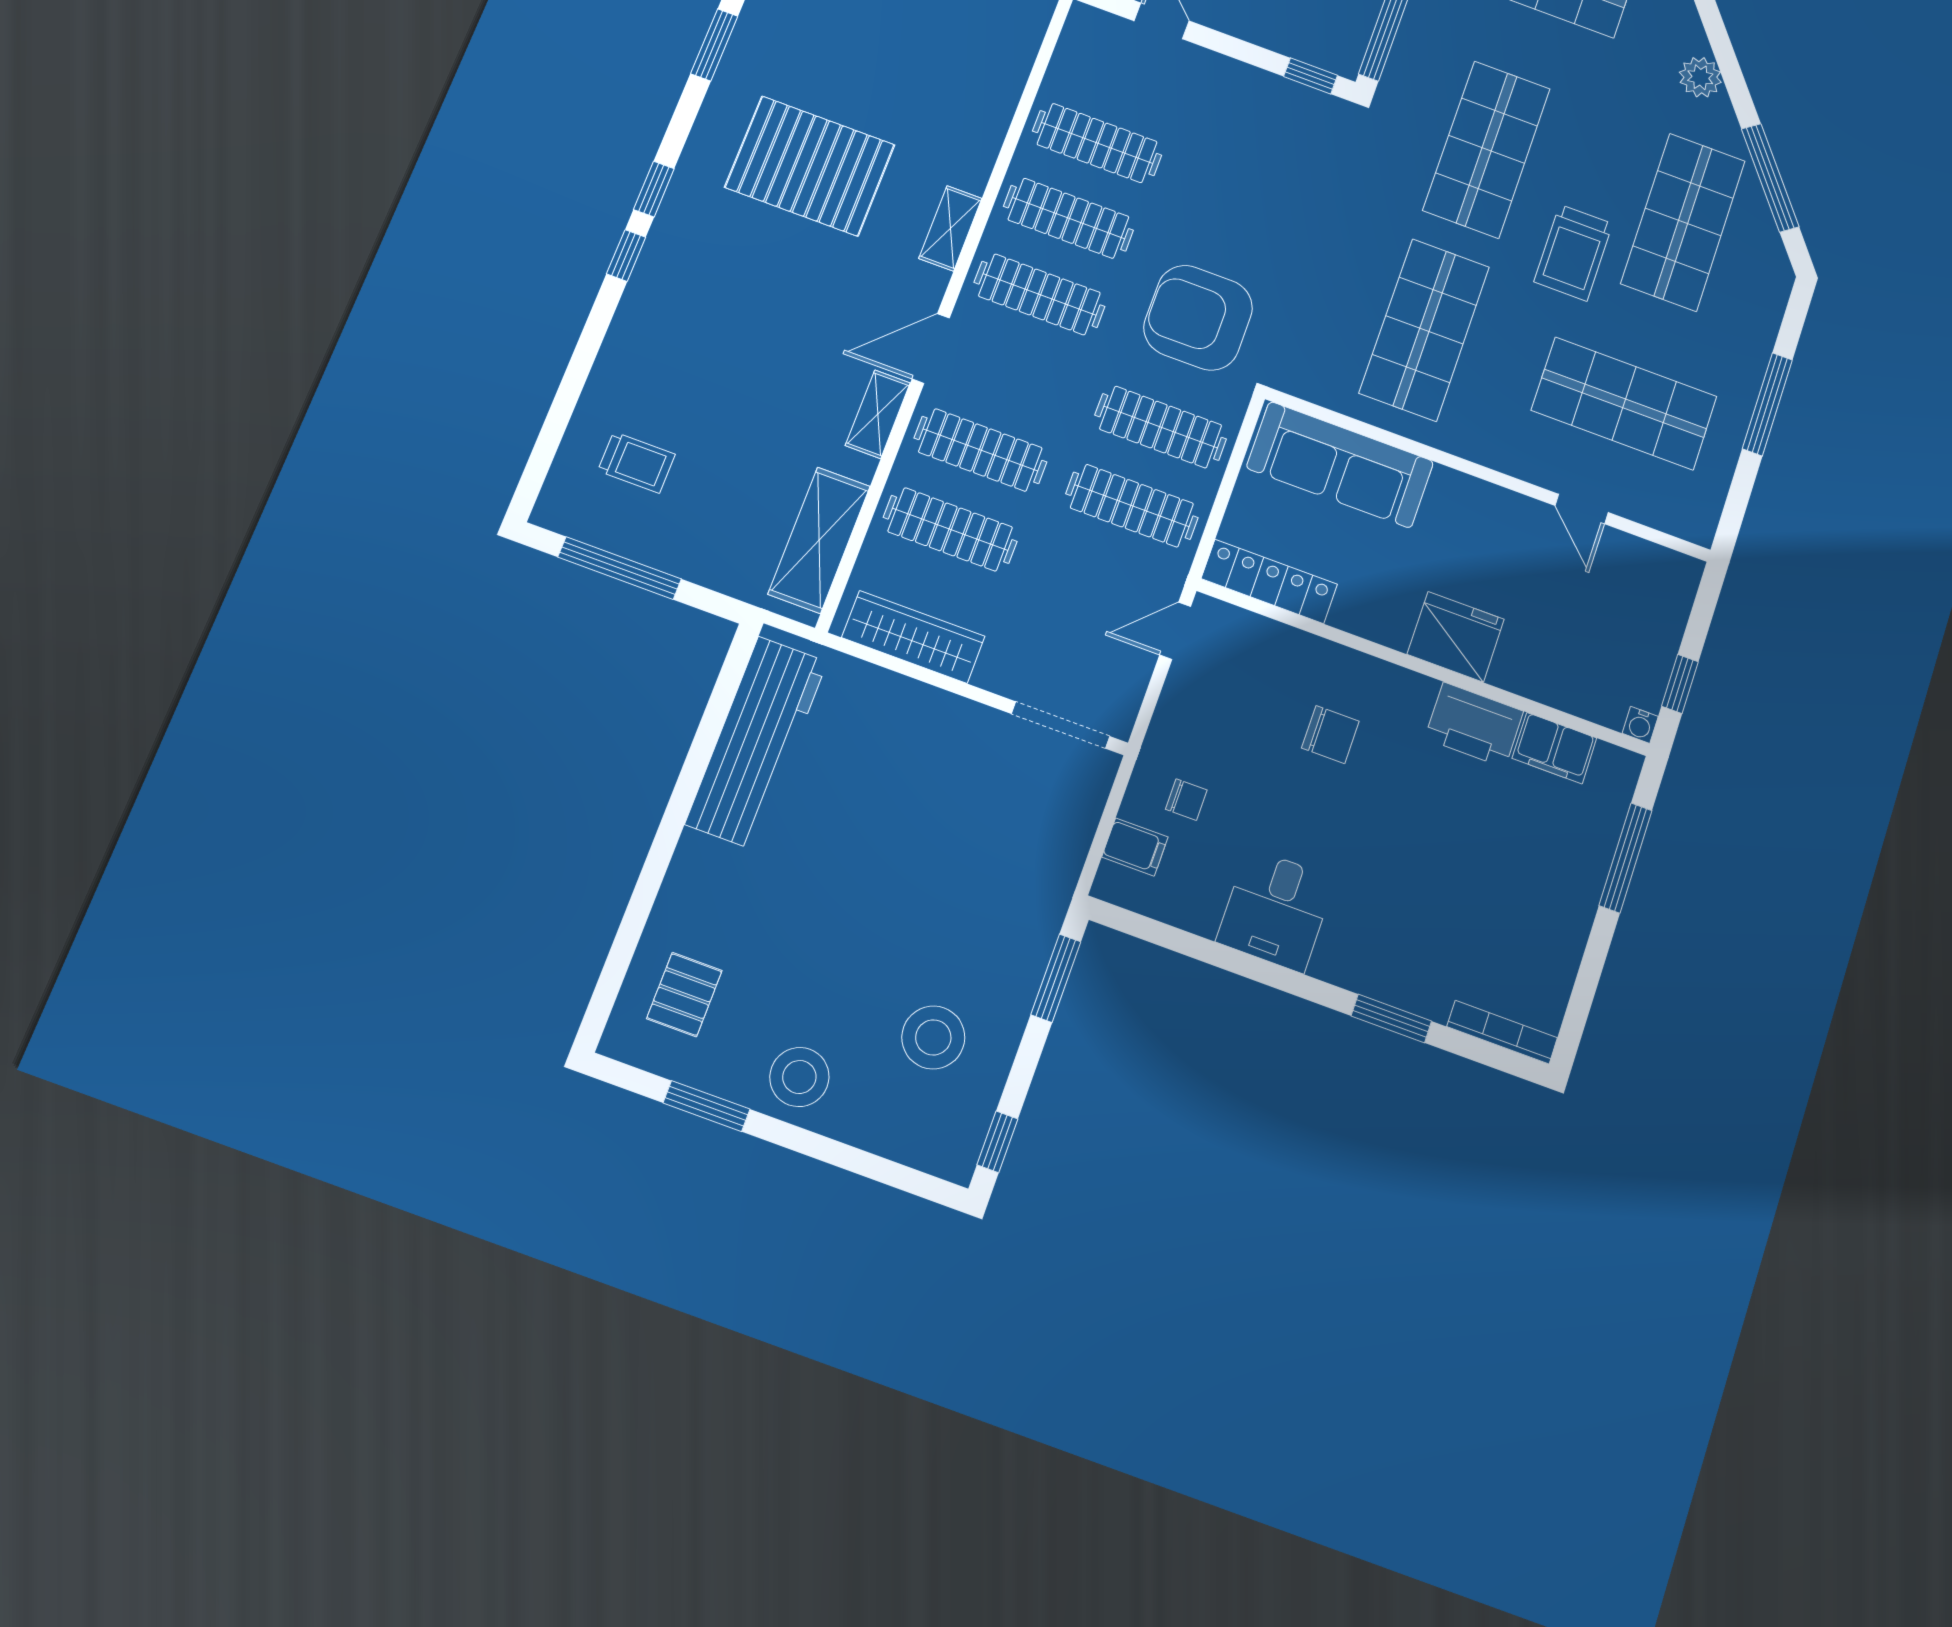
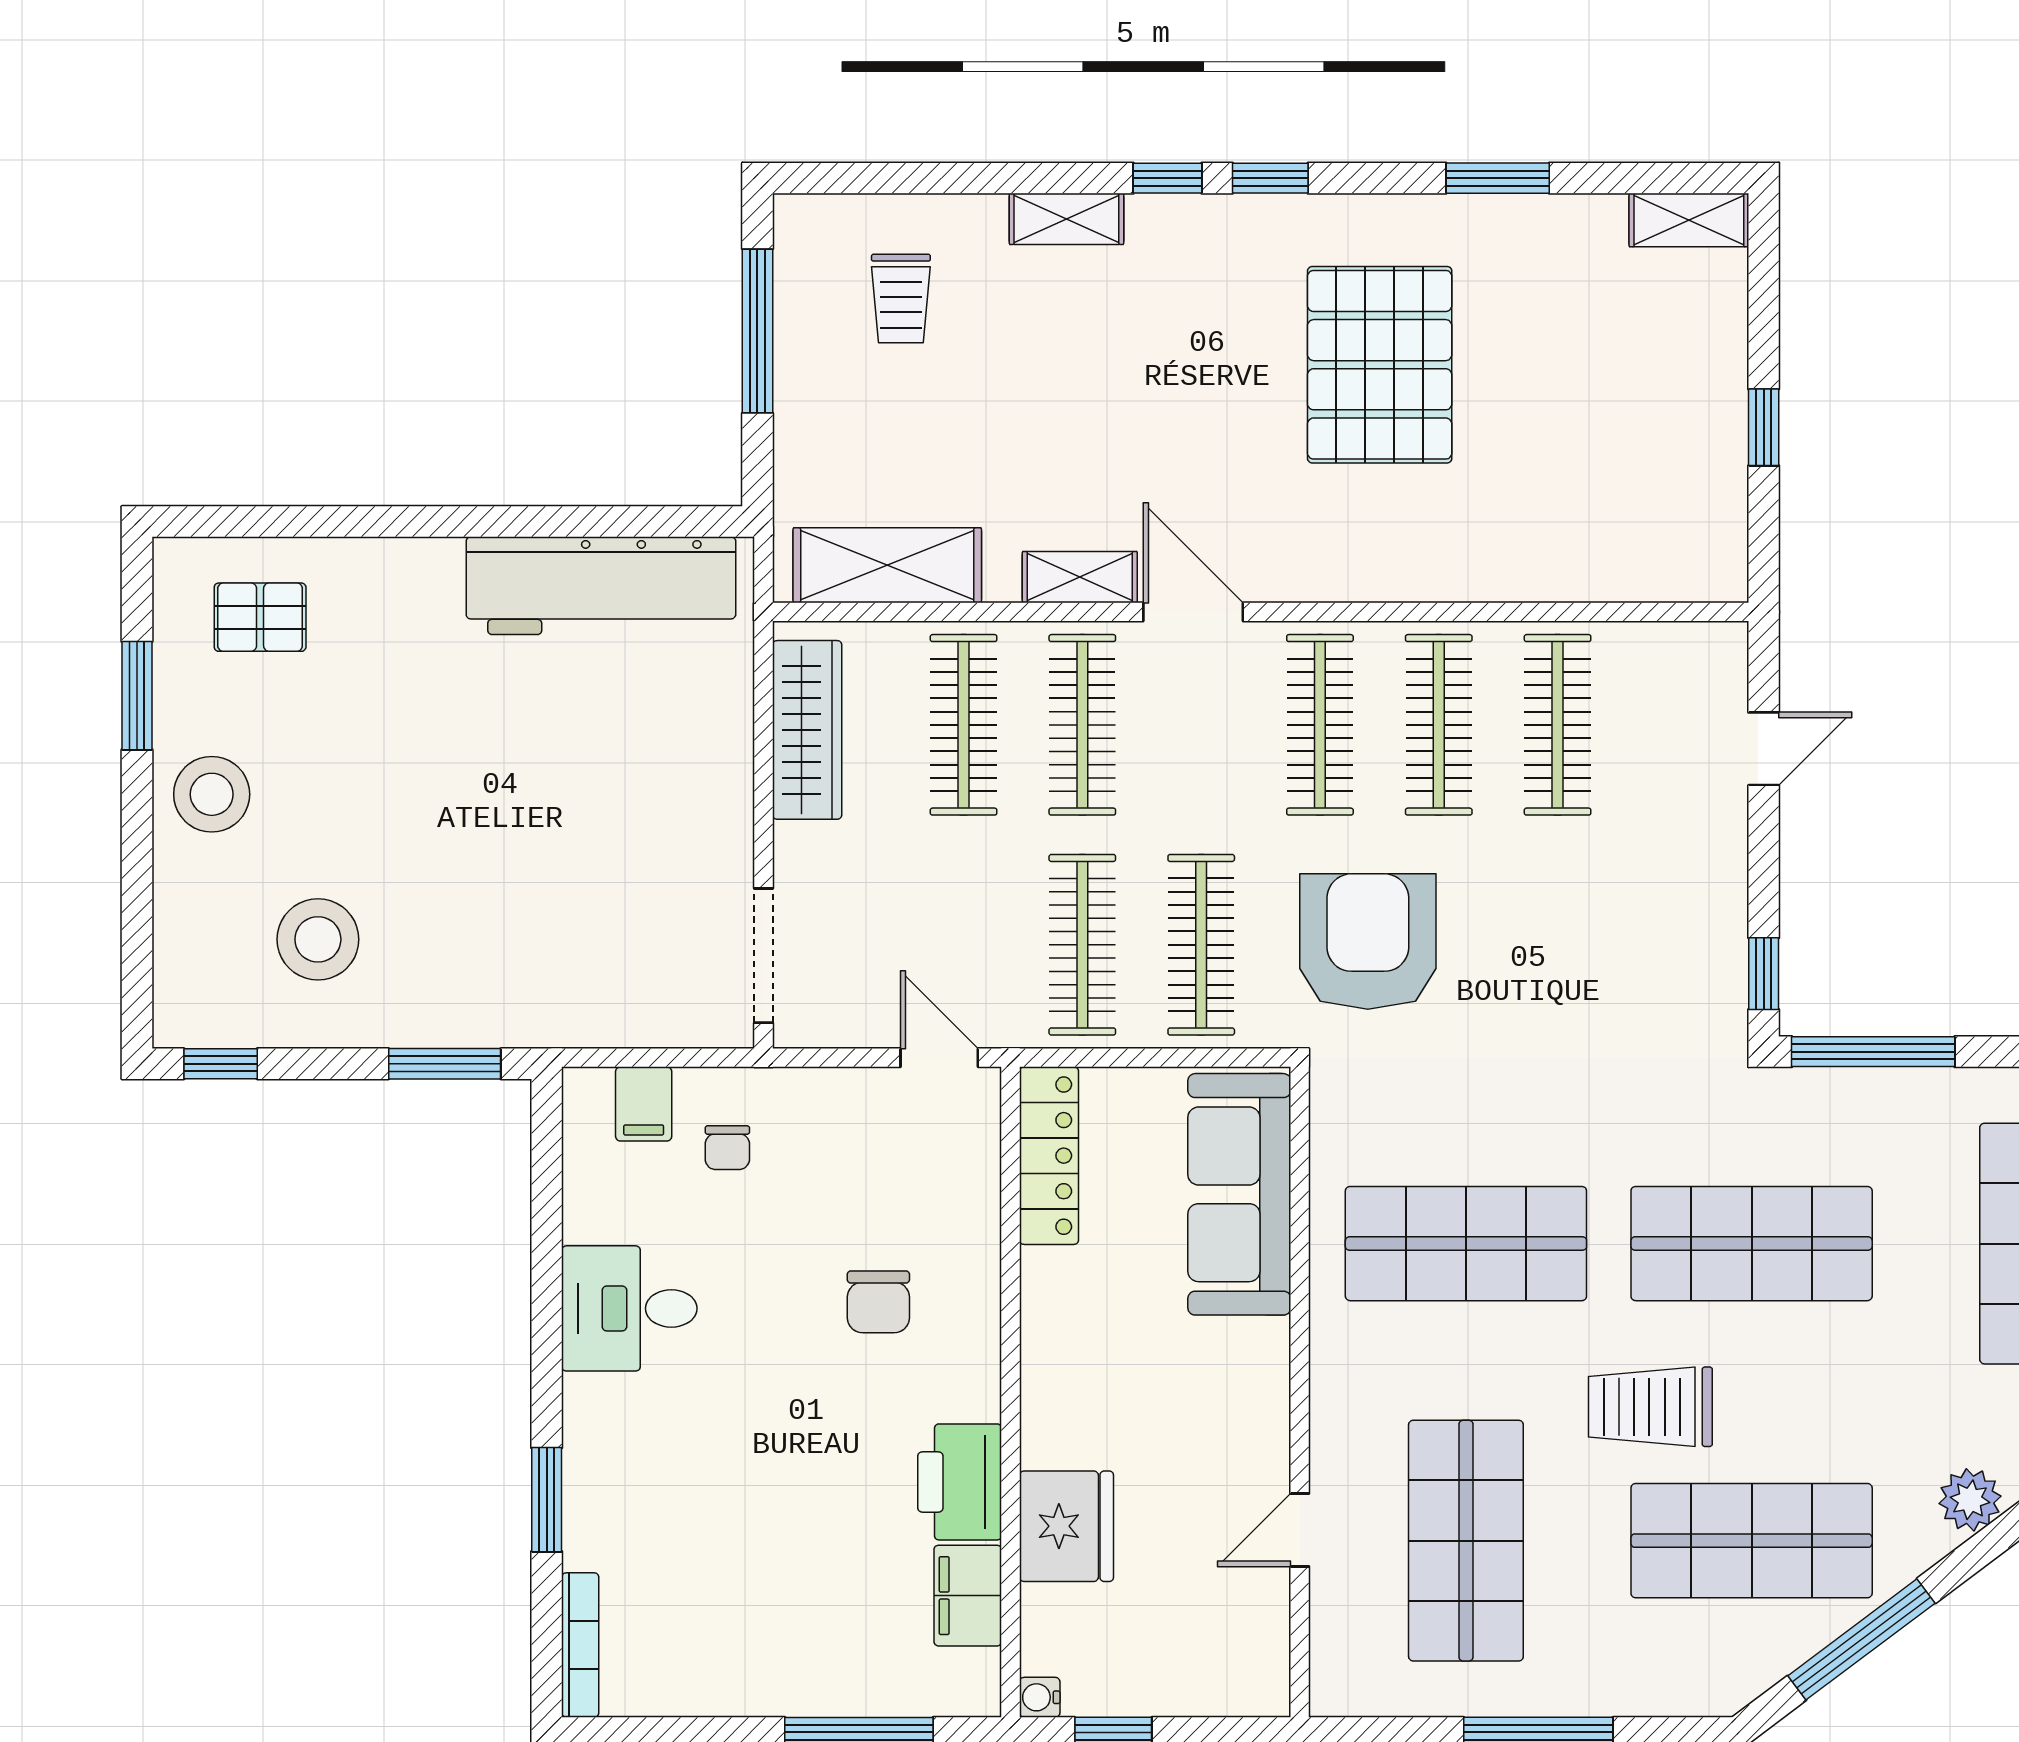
shelving: (950, 228) -> (1066, 219), moved
fridge: (1456, 637) -> (1066, 1526), moved

